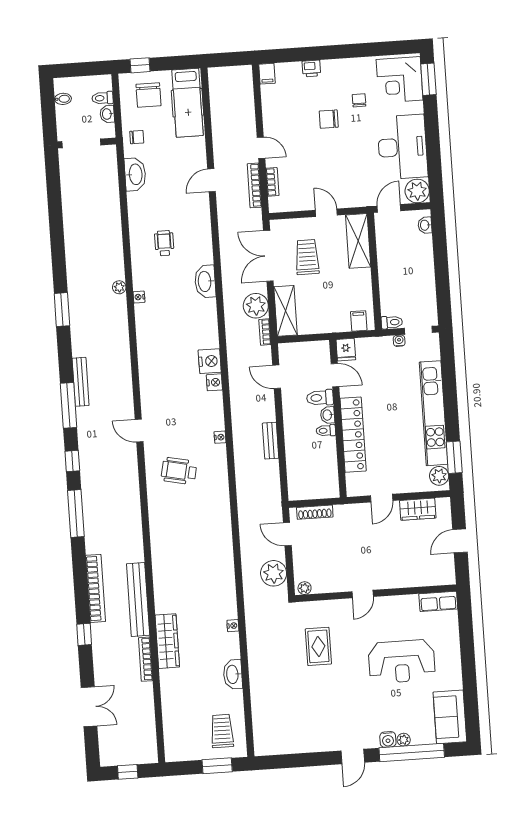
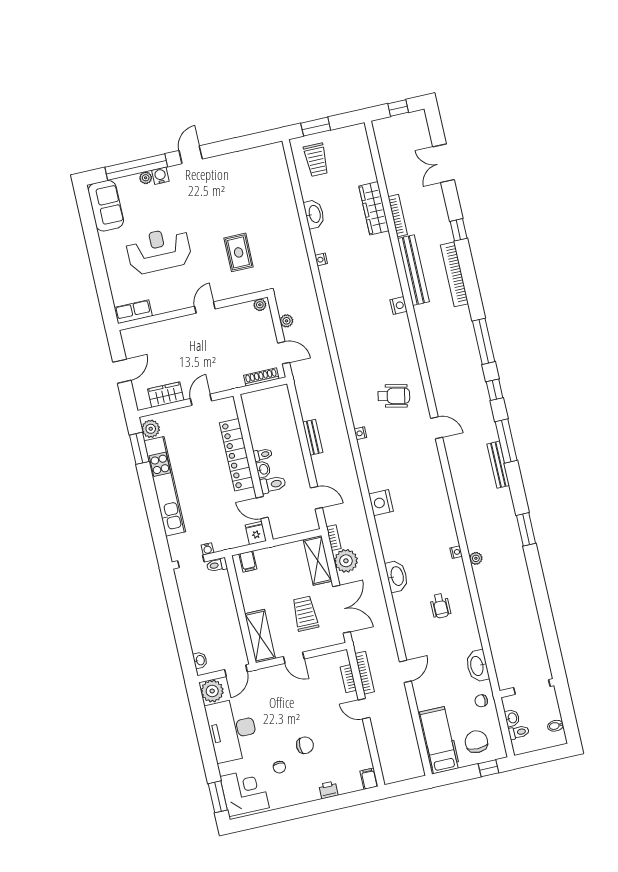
trolley: (307, 257) -> (305, 614), turned 180
nightstand: (214, 382) -> (399, 305), moved, turned 180
plant: (274, 573) -> (286, 321), width x0.53, depth x0.53
wardrobe: (167, 641) -> (374, 208), moved

